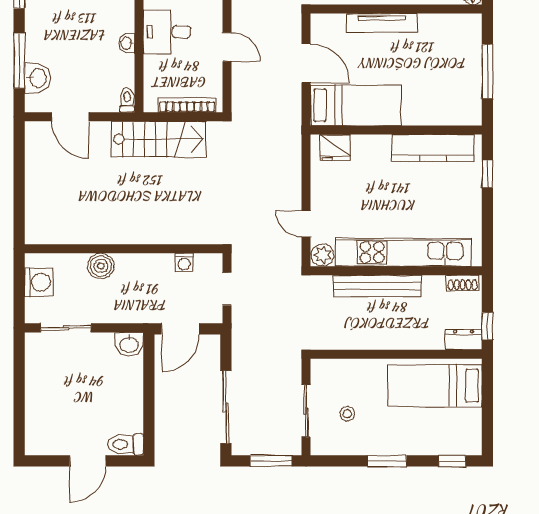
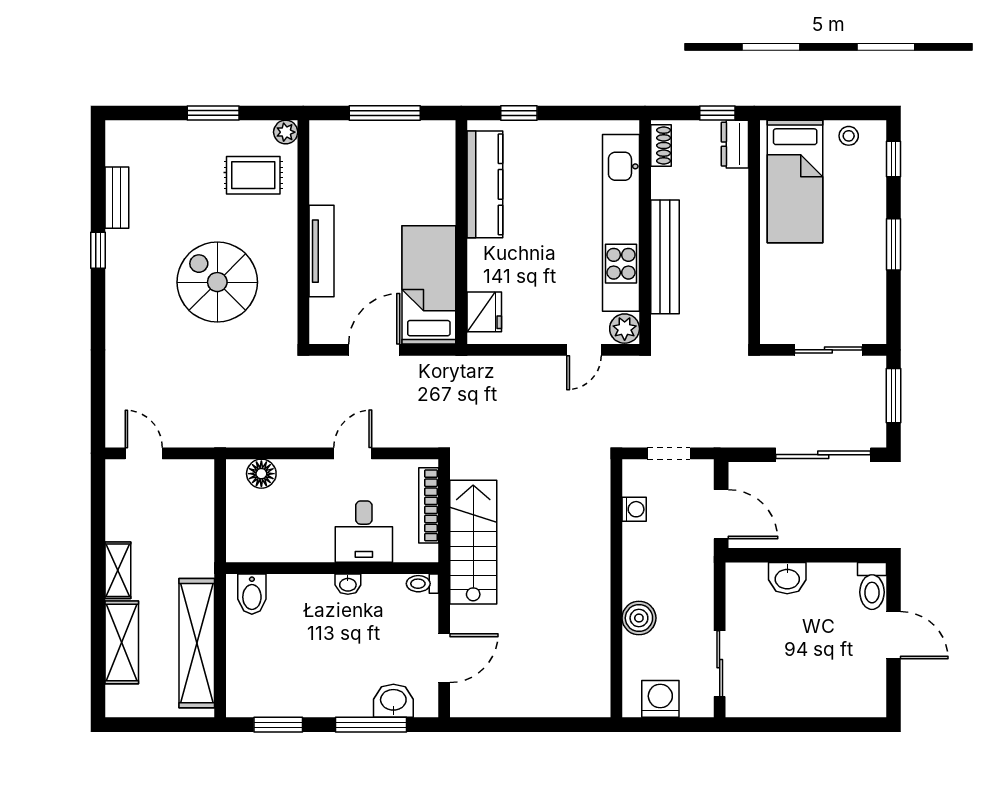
desk: (167, 32) -> (364, 532), moved
washbasin: (129, 344) -> (787, 578), moved, turned 90
stool: (347, 414) -> (849, 136), moved

